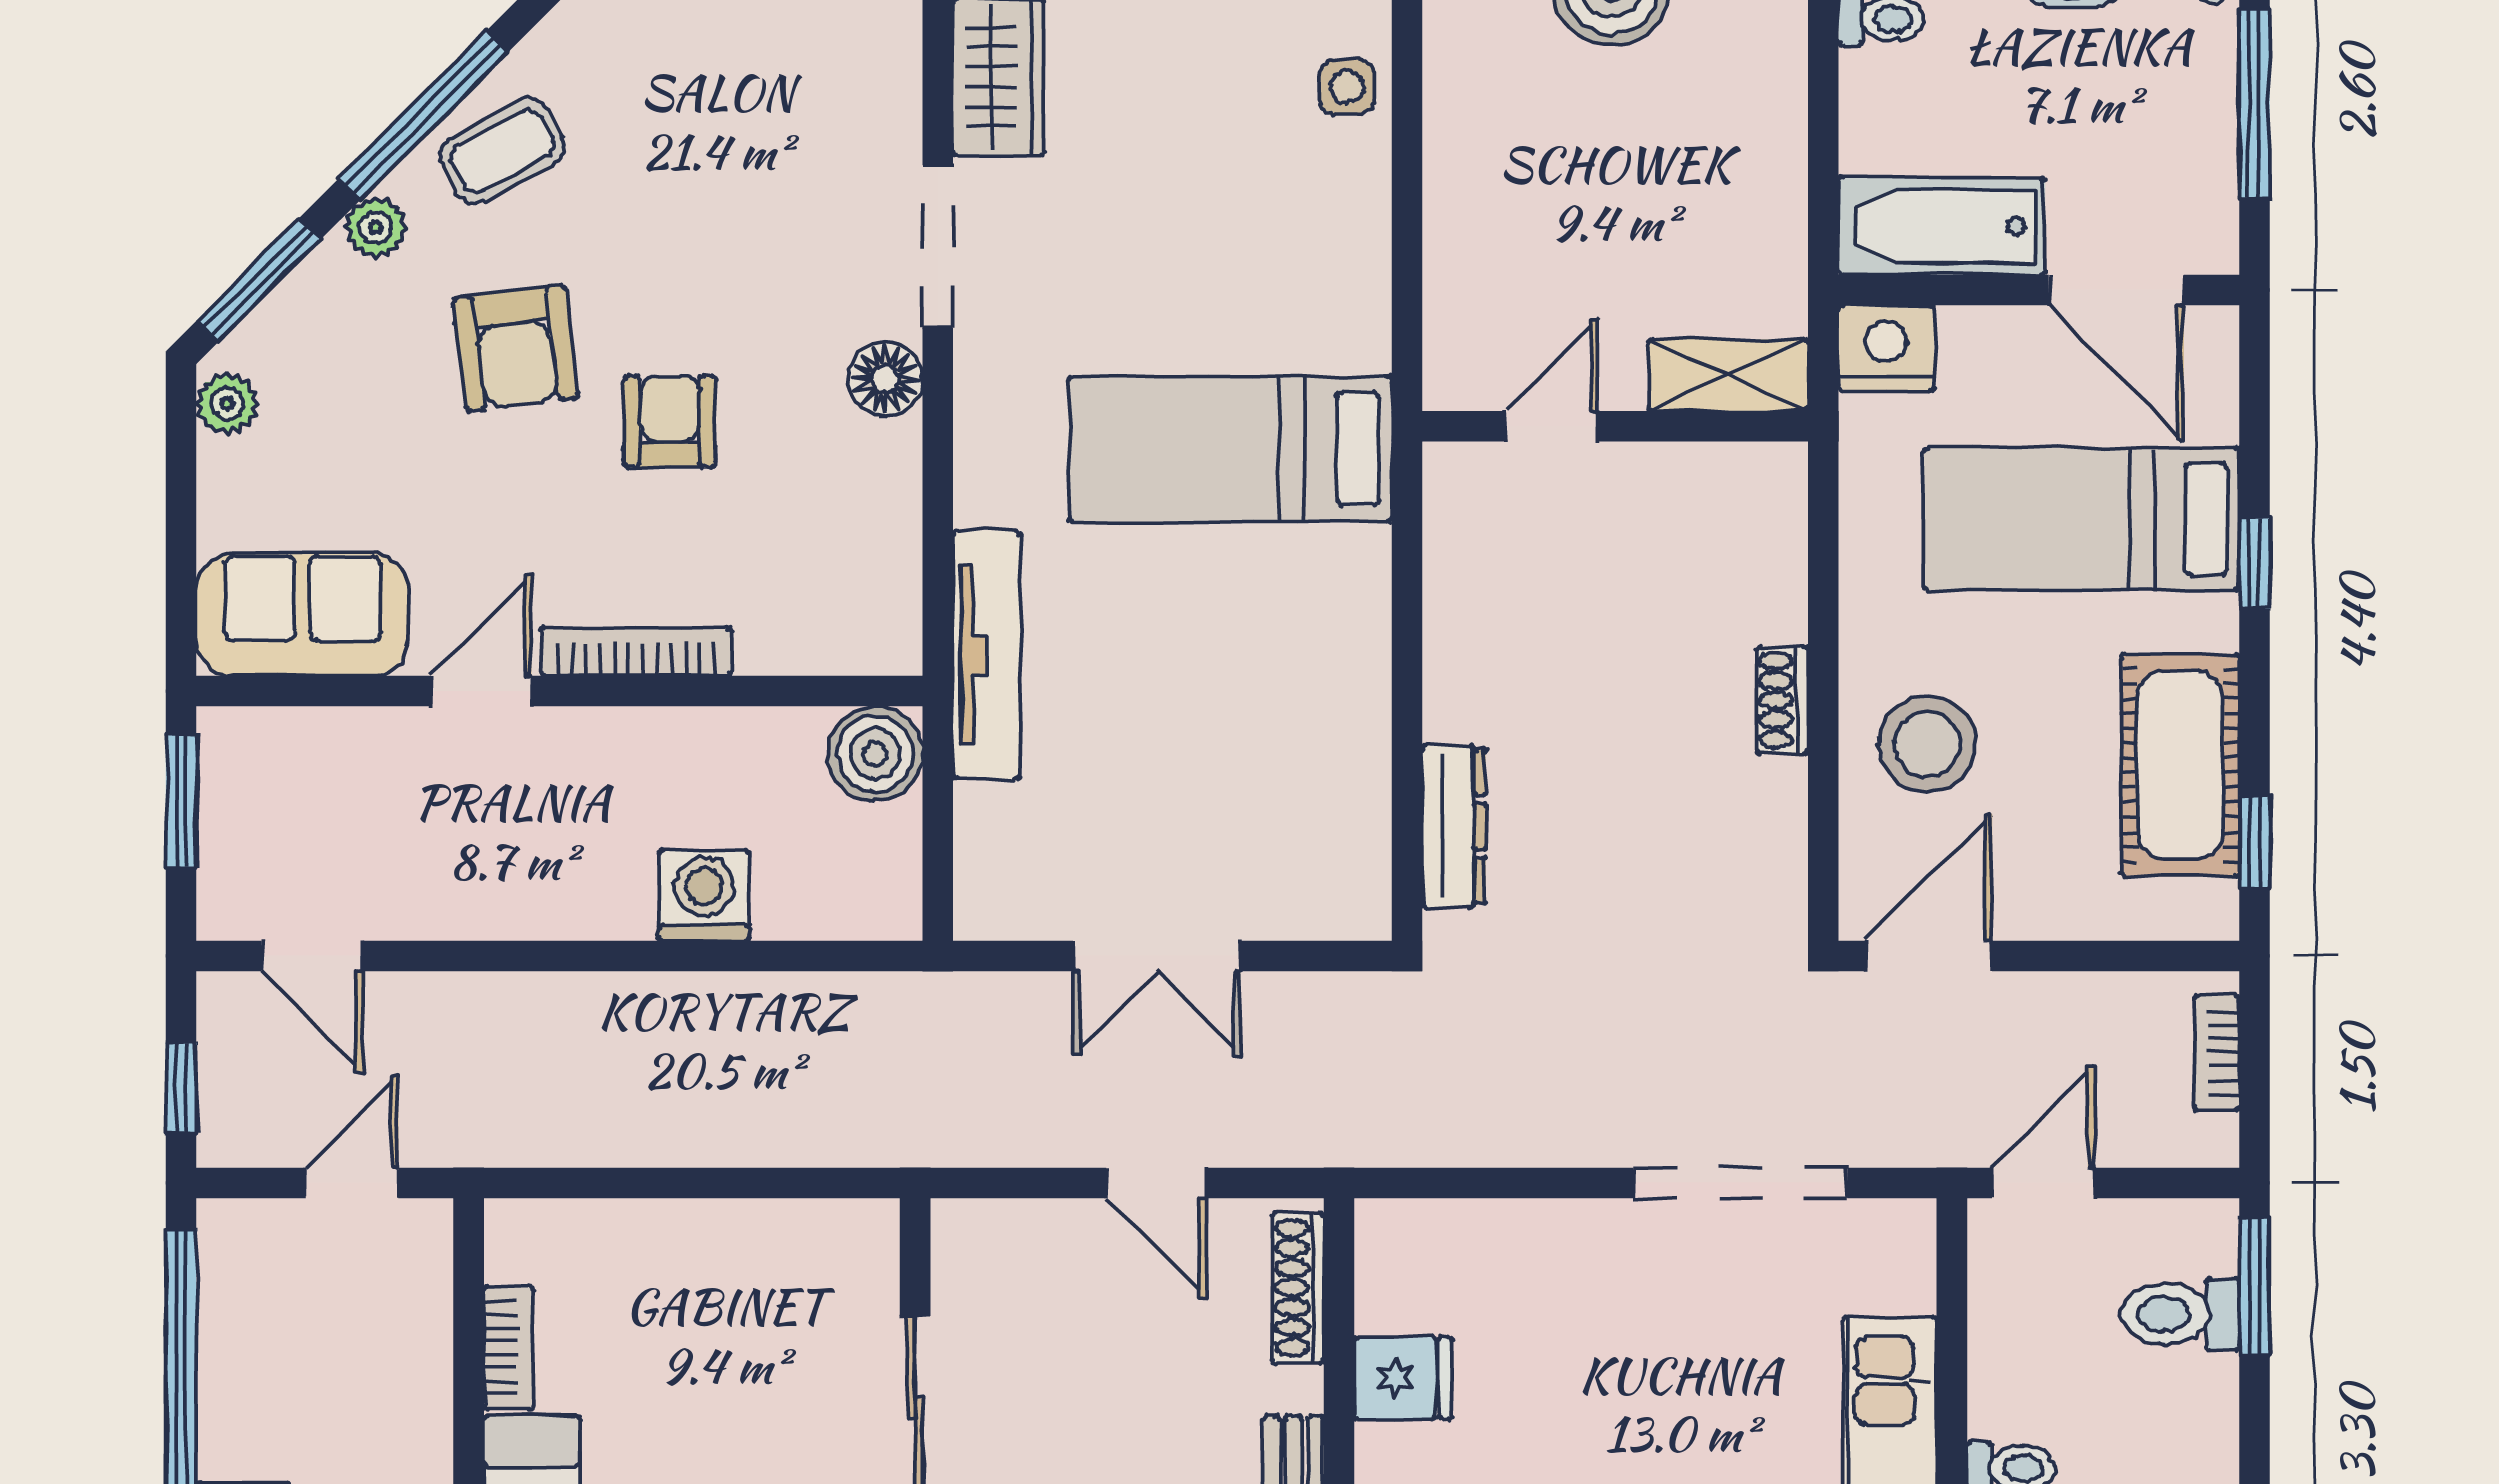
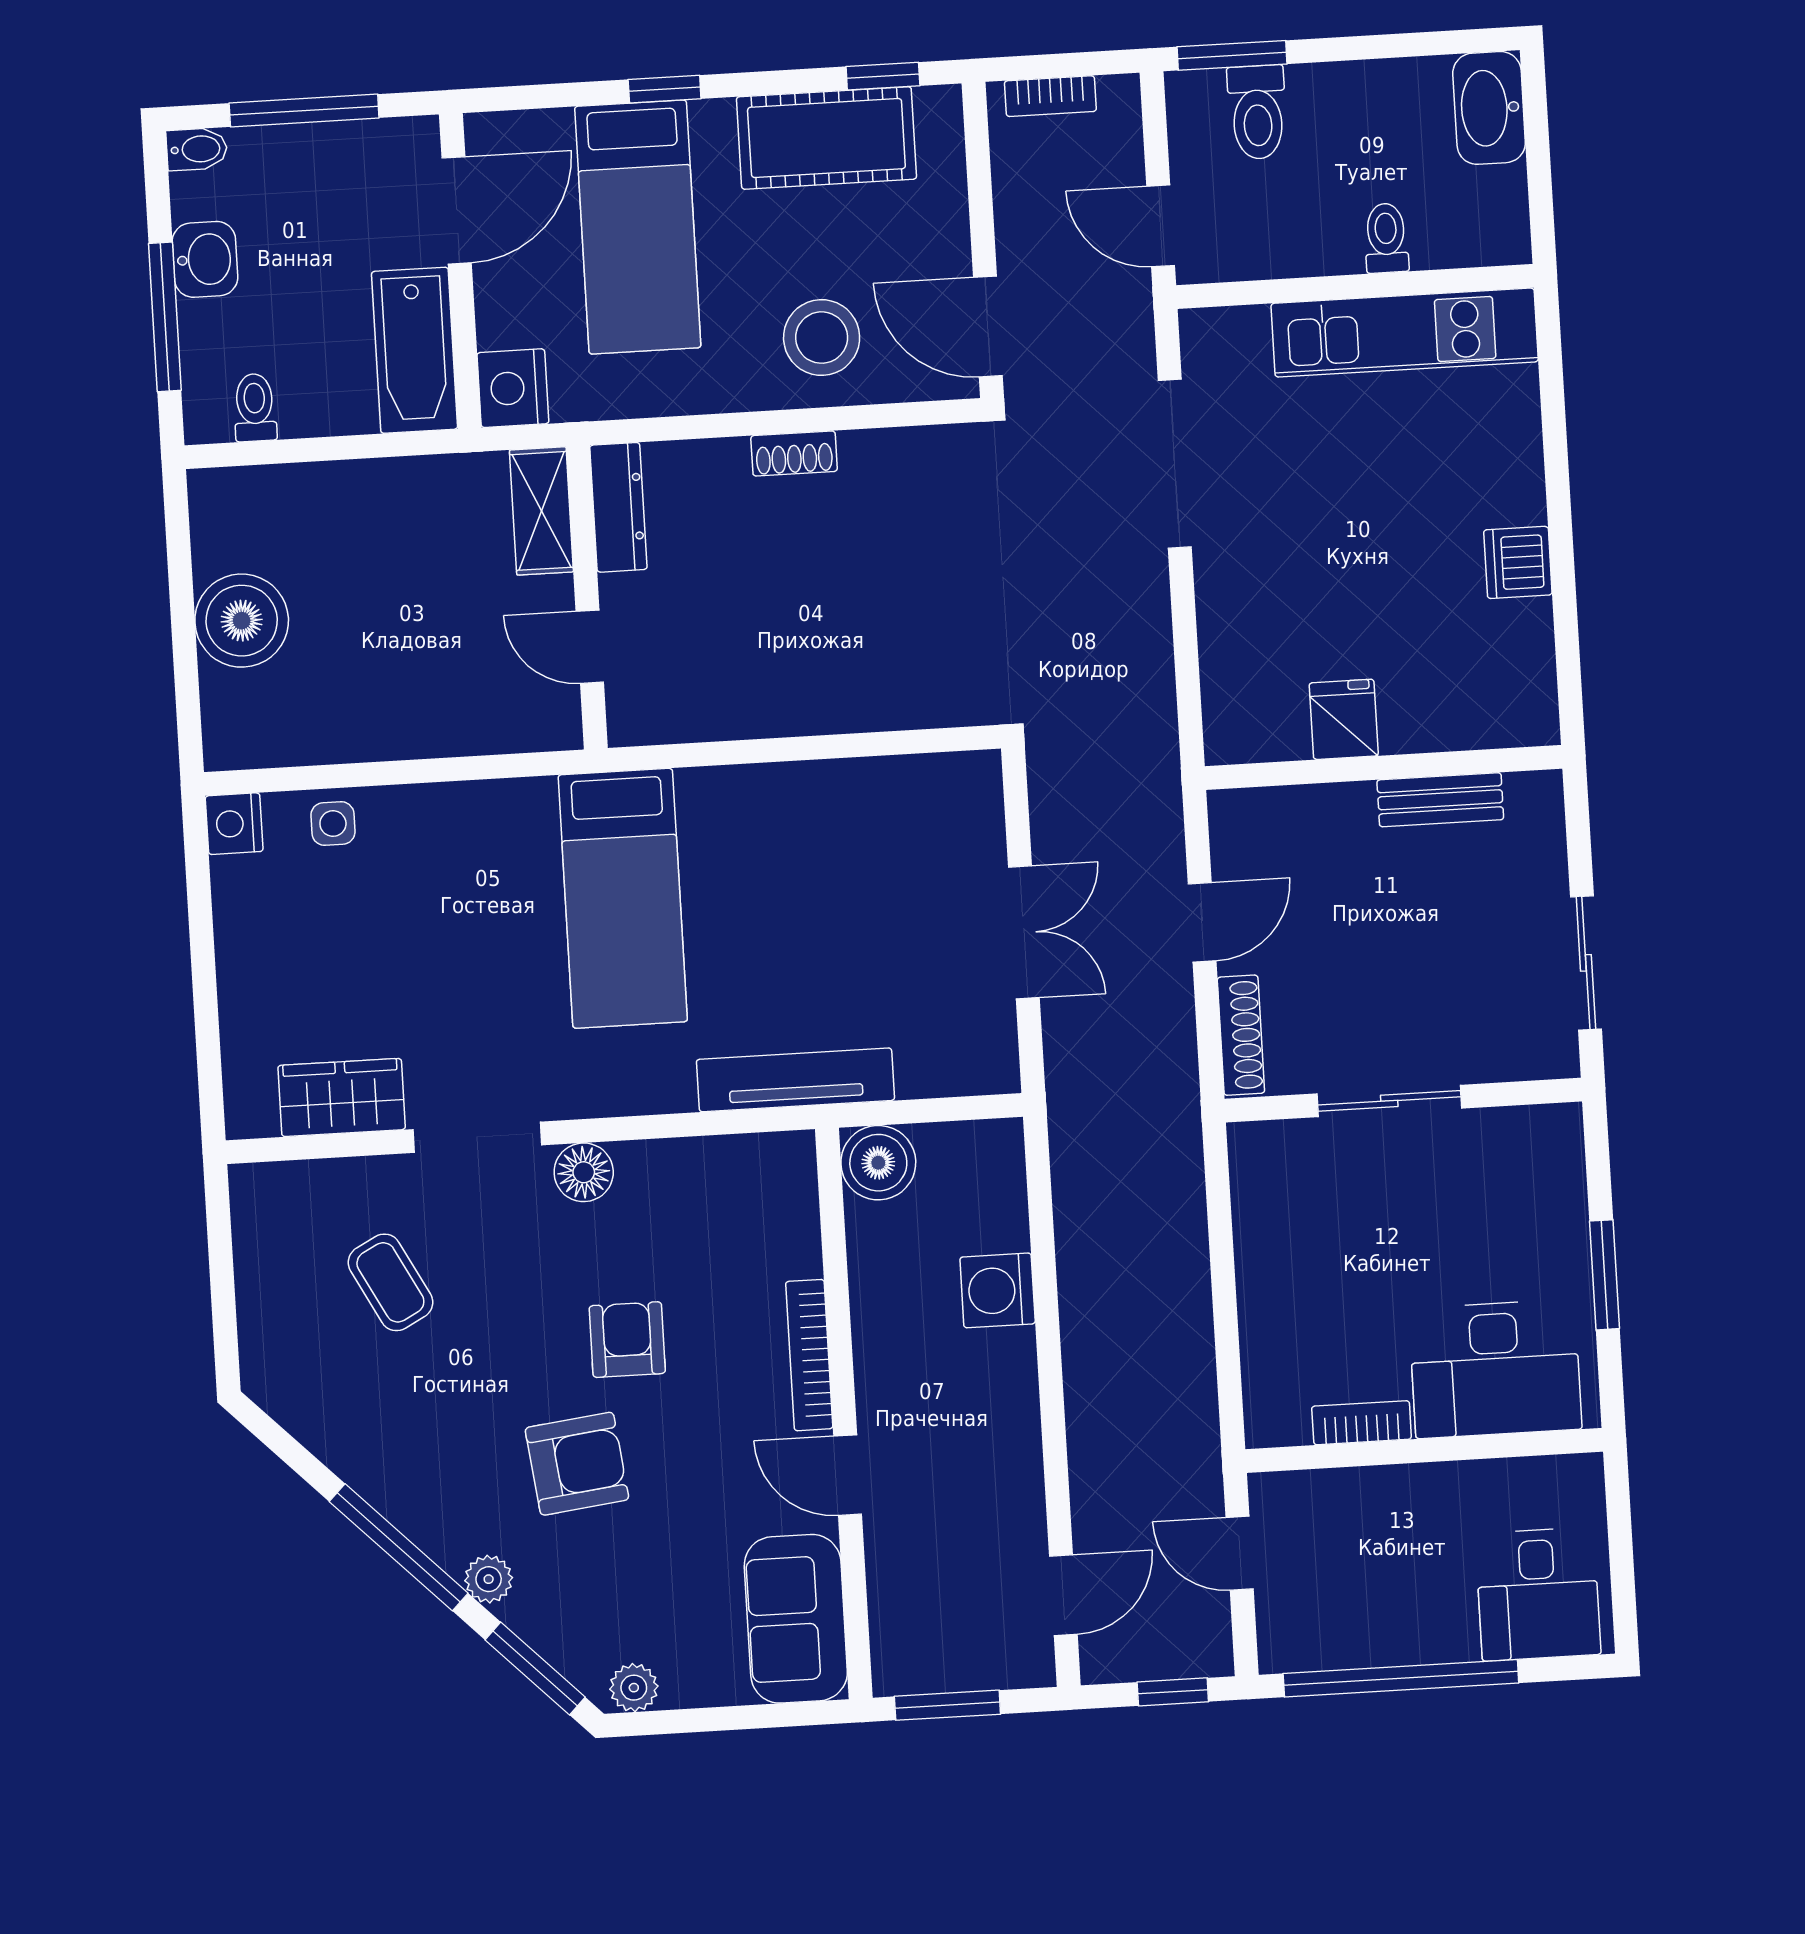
coffee table: (502, 151) -> (390, 1282), moved
armchair: (669, 422) -> (627, 1340), turned 90
dresser: (1454, 826) -> (618, 507), moved, turned 90
shoe rack: (1298, 1288) -> (1241, 1035), moved, turned -90

